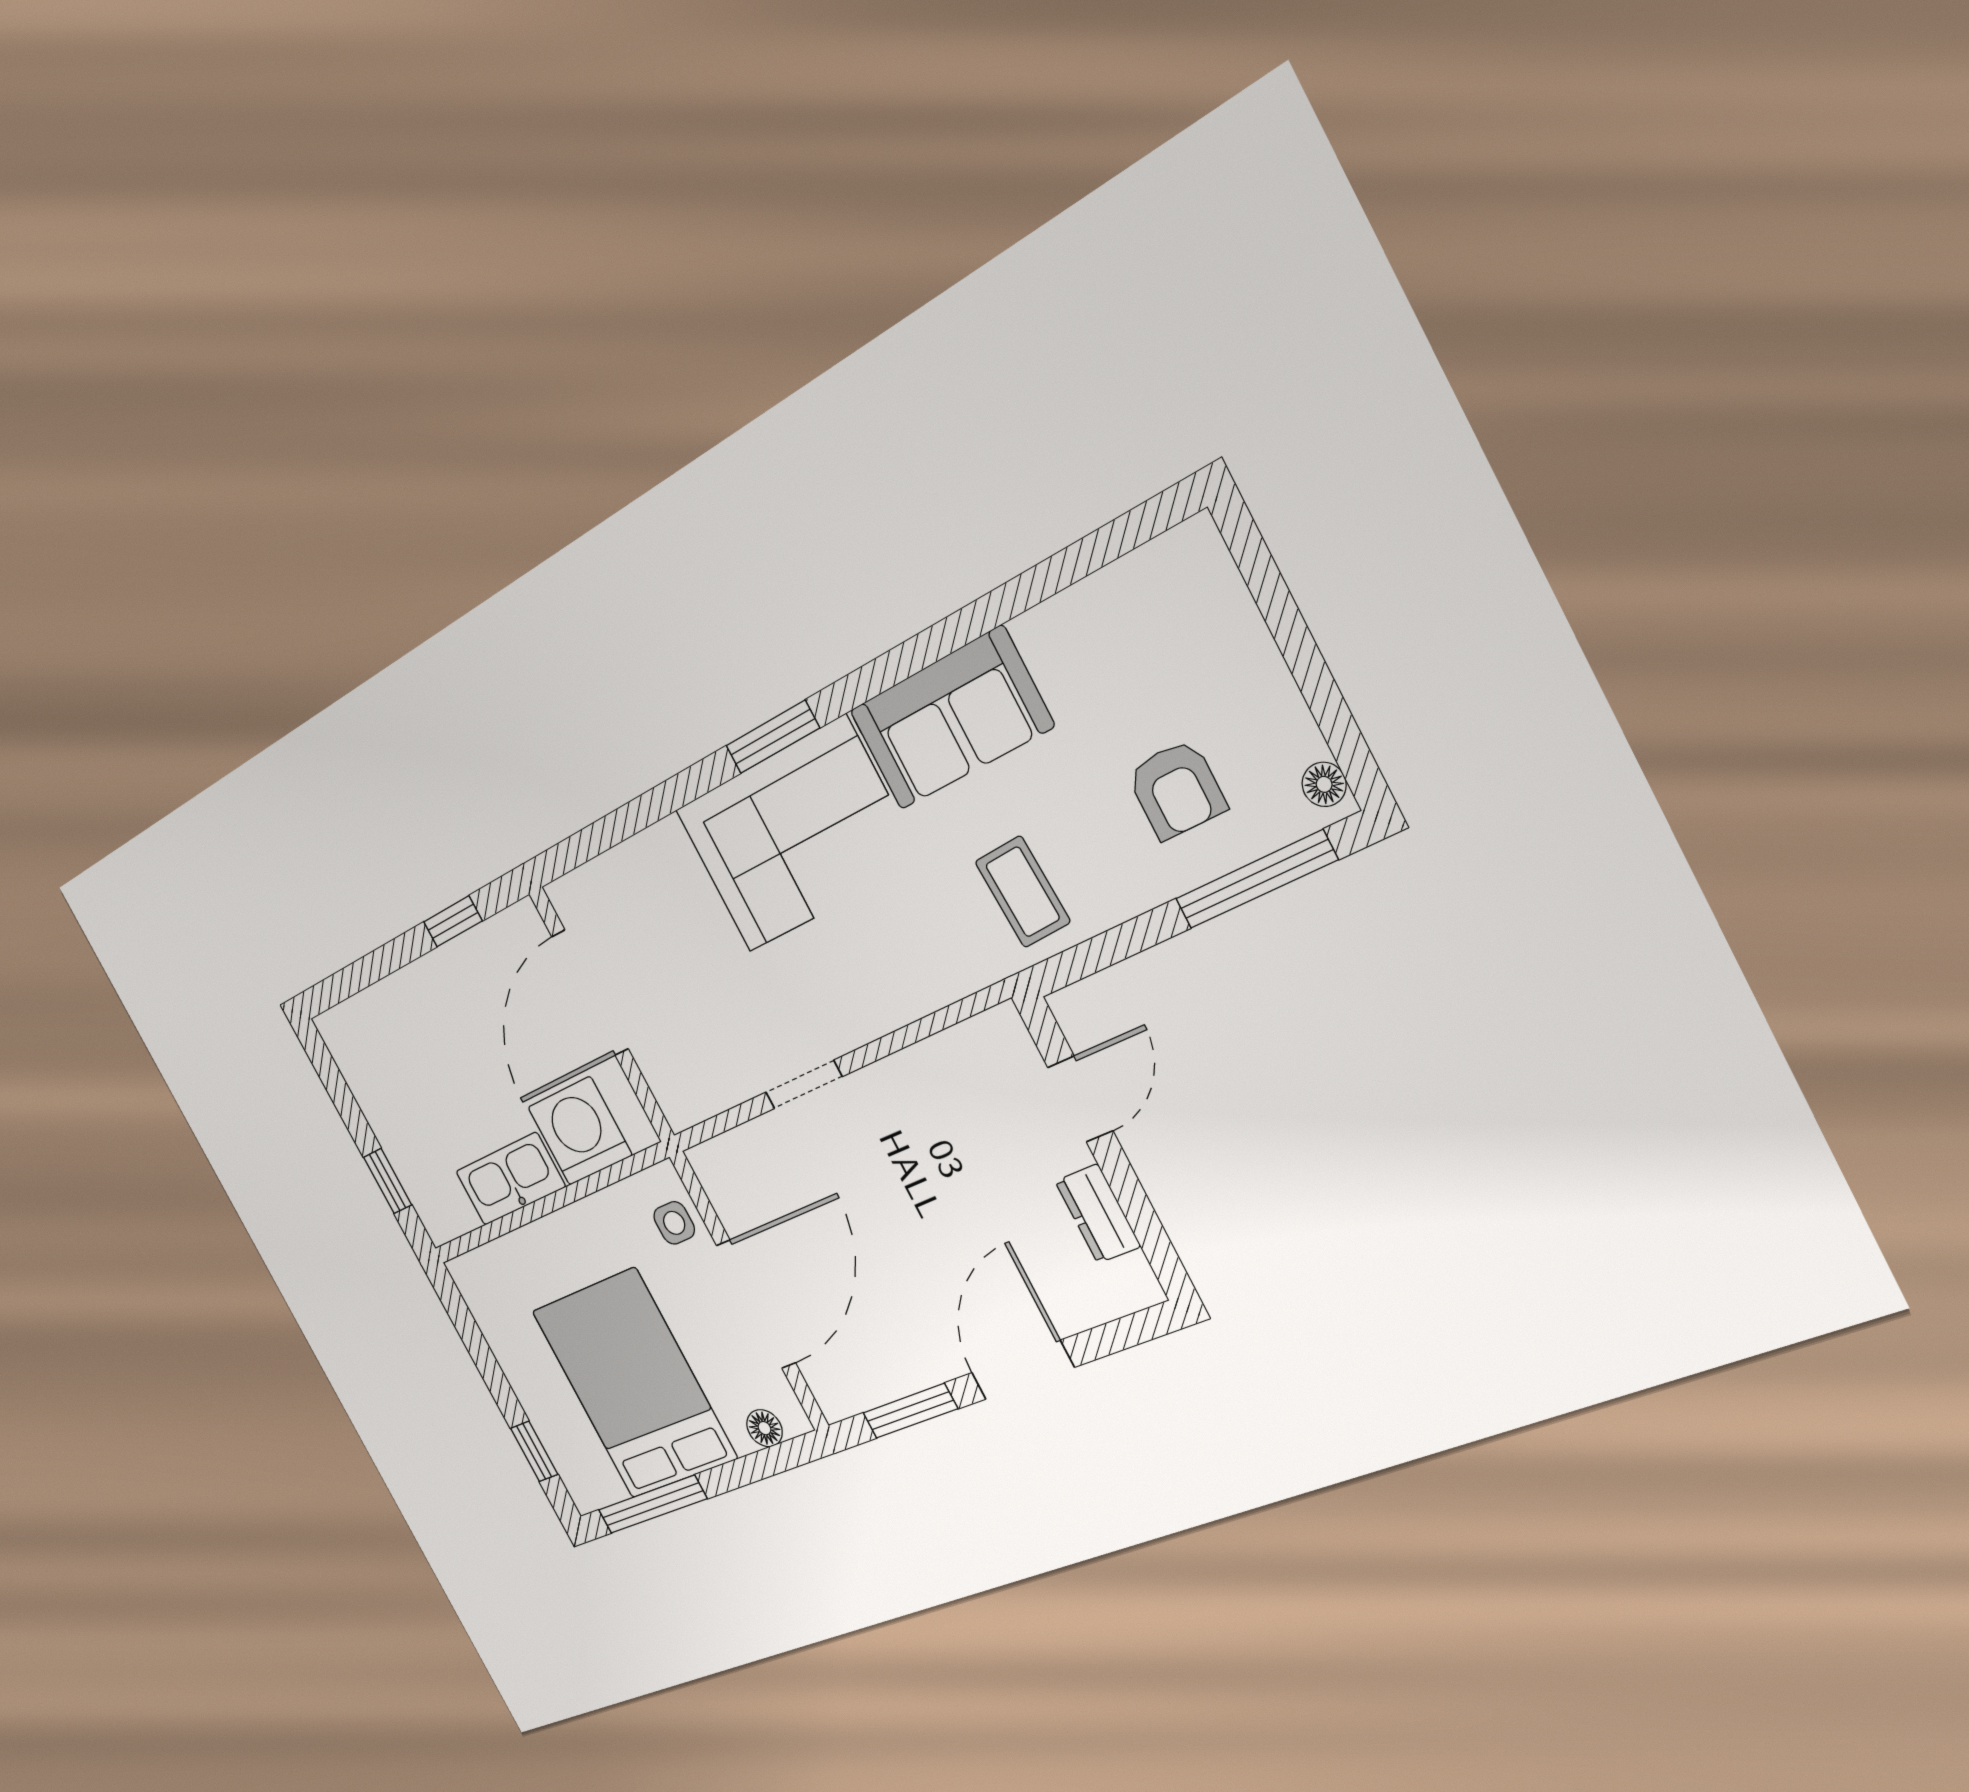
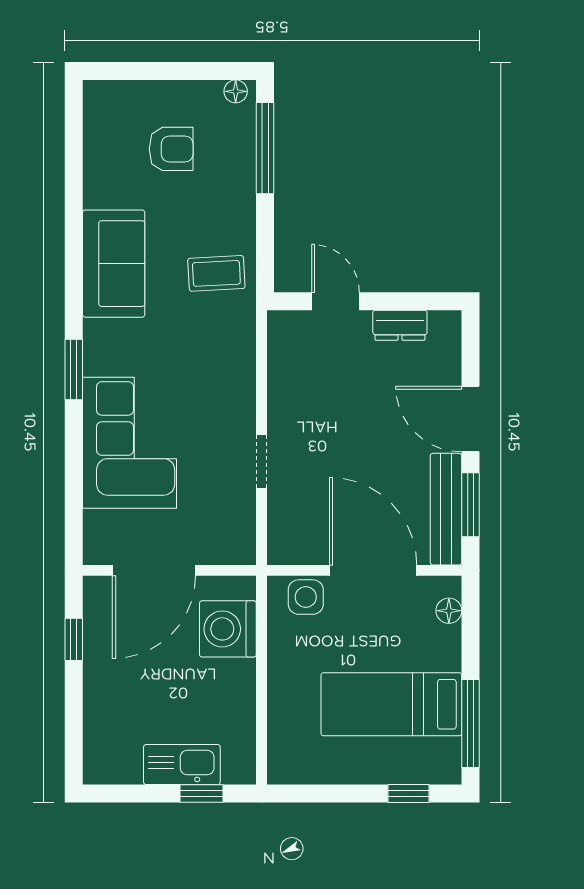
armchair: (1176, 790) -> (171, 149), moved
corner sofa: (797, 835) -> (130, 443), moved
door: (590, 993) -> (154, 570), hinge flipped
kitchen sink: (510, 1179) -> (182, 765), moved, turned 90
side table: (674, 1223) -> (306, 597), width x1.37, depth x1.37
bench: (886, 1378) -> (446, 509), added
bed: (634, 1384) -> (391, 704), width x0.67

